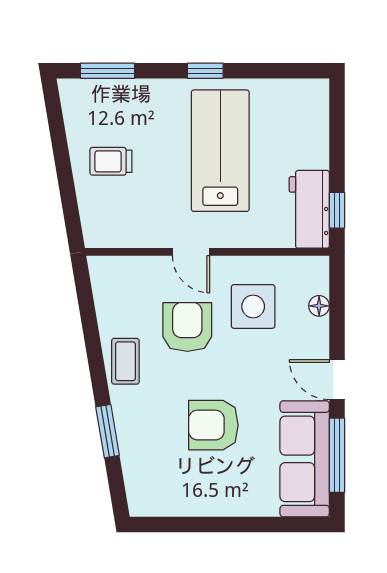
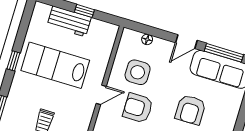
workbench: (309, 209) -> (69, 21), moved
window: (337, 210) -> (84, 11), moved

